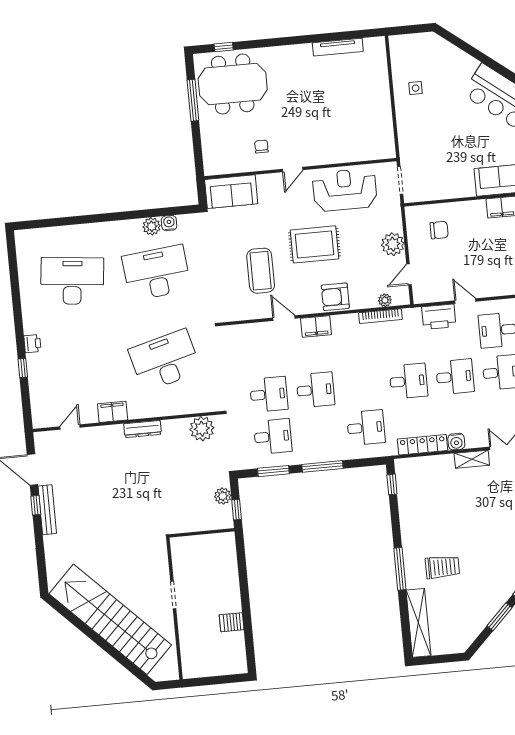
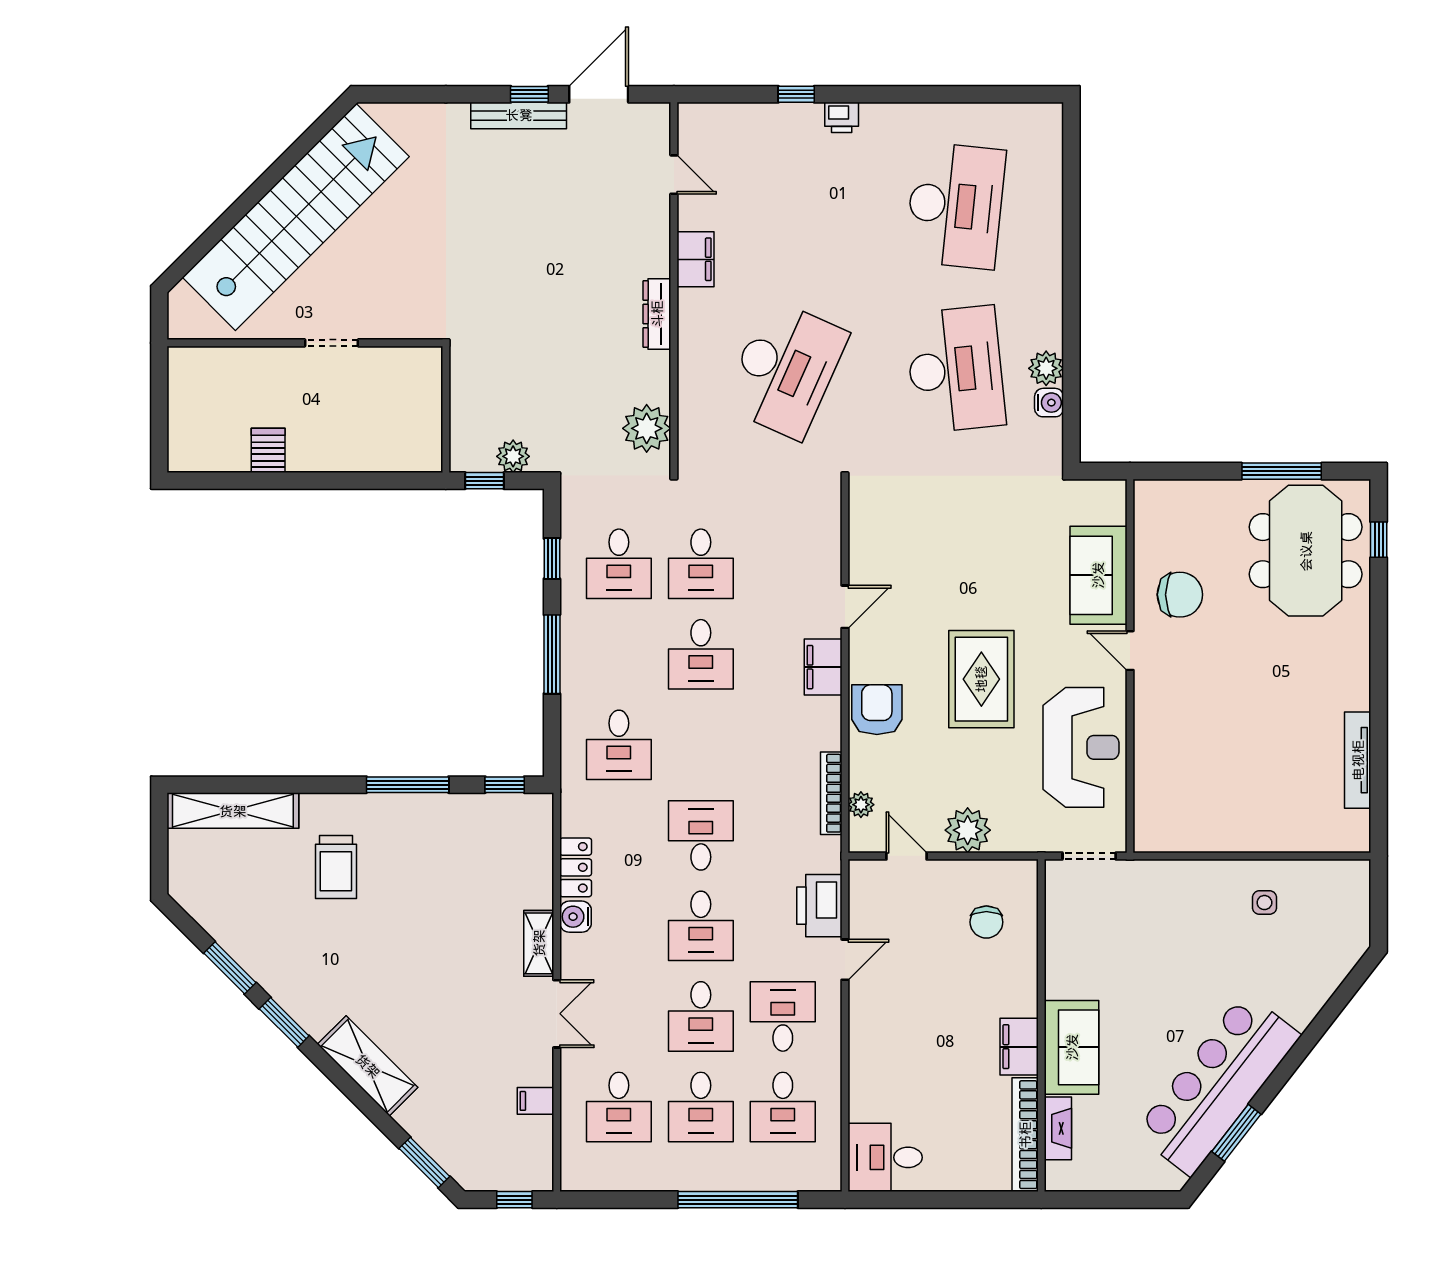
chair: (261, 147) -> (1180, 595), width x1.87, depth x1.87
sofa: (231, 192) -> (1098, 575), moved
coffee table: (261, 271) -> (941, 570), removed
desk: (165, 360) -> (785, 369), turned 39
desk: (408, 381) -> (701, 835), turned 180
locker: (423, 445) -> (576, 867), width x0.66
window: (273, 471) -> (552, 559), width x0.67
window: (400, 569) -> (408, 785), moved

